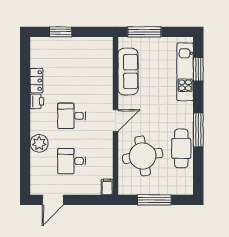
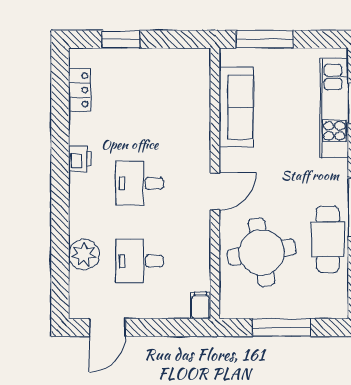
locker: (37, 81) -> (79, 90), moved
plant: (39, 143) -> (84, 255), moved

